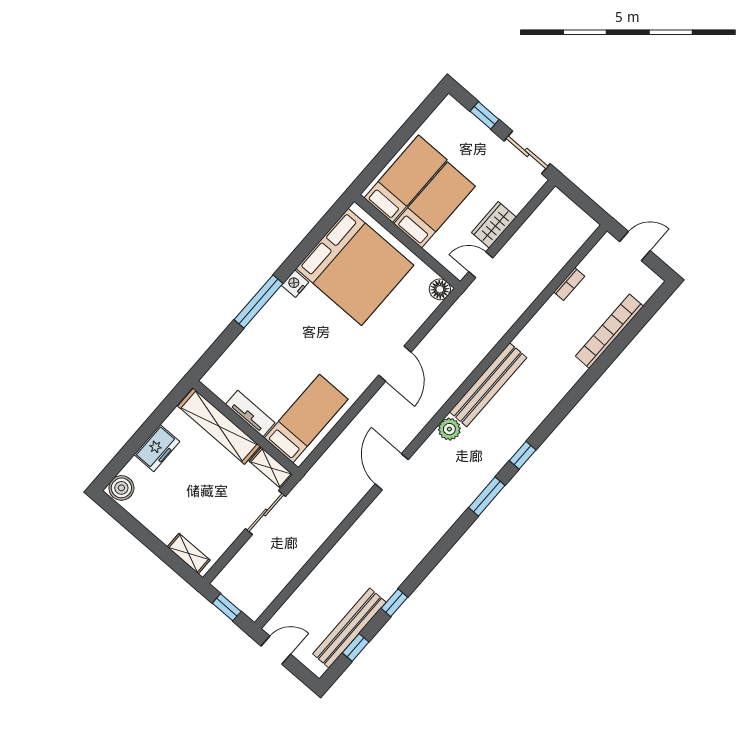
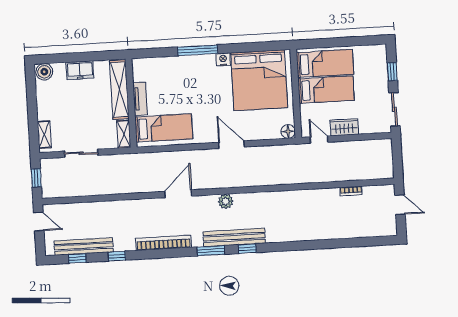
bookcase: (609, 331) -> (163, 243), moved
door: (395, 364) -> (232, 145), swing flipped
bench: (488, 385) -> (234, 237), moved
sliding door: (265, 512) -> (81, 153), moved

